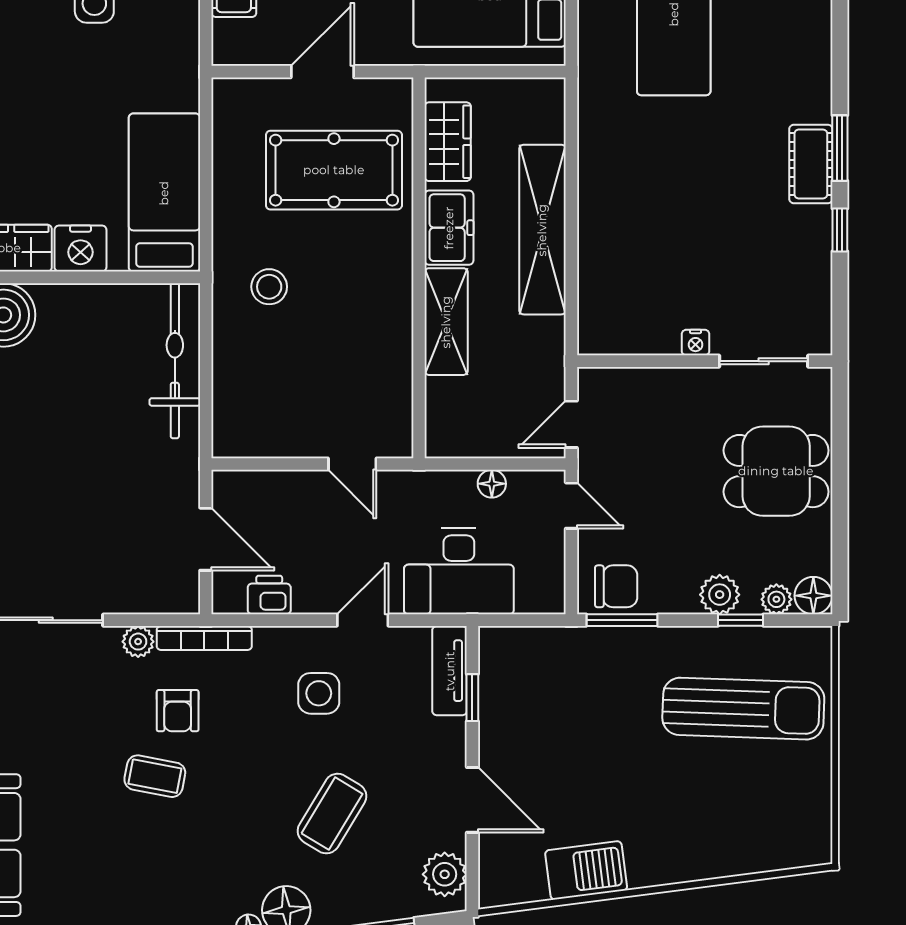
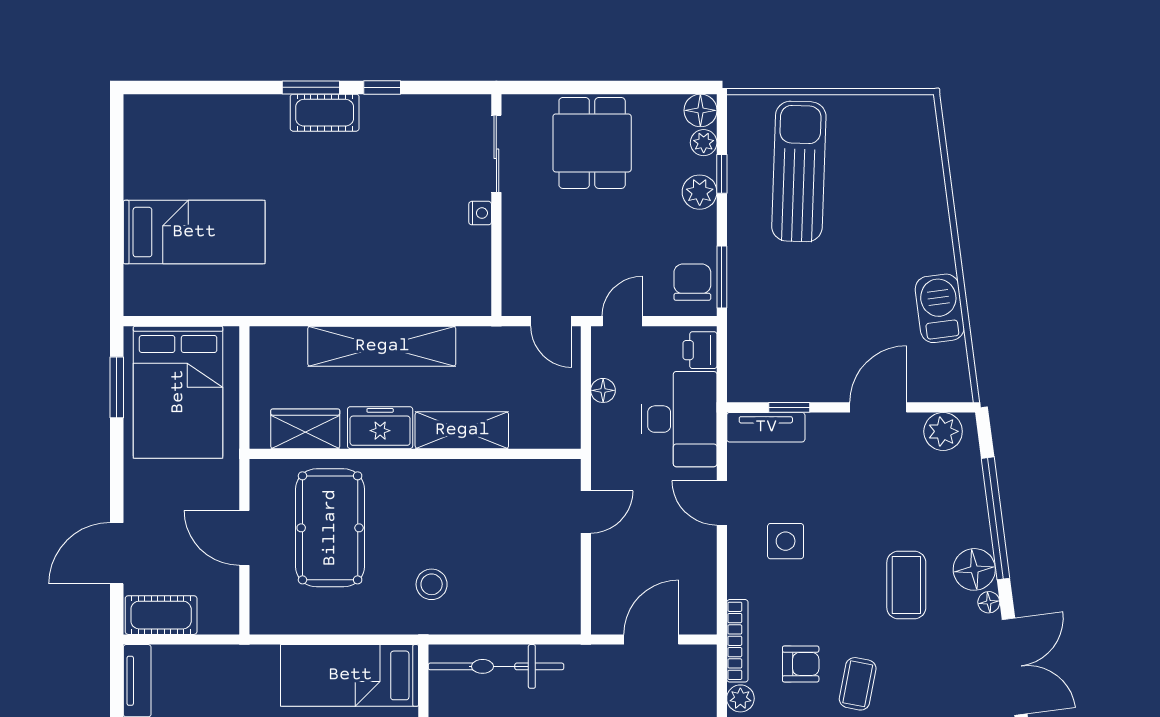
printer: (269, 595) -> (700, 350), moved
coffee table: (332, 814) -> (906, 585), moved, turned 59

